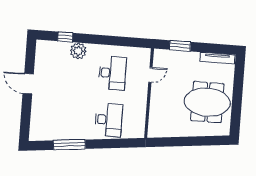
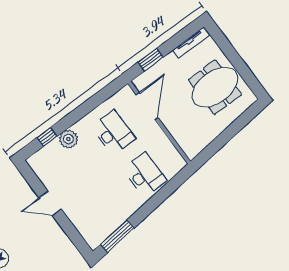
door: (150, 75) -> (147, 106), width x1.87
window: (69, 145) -> (117, 236), moved

